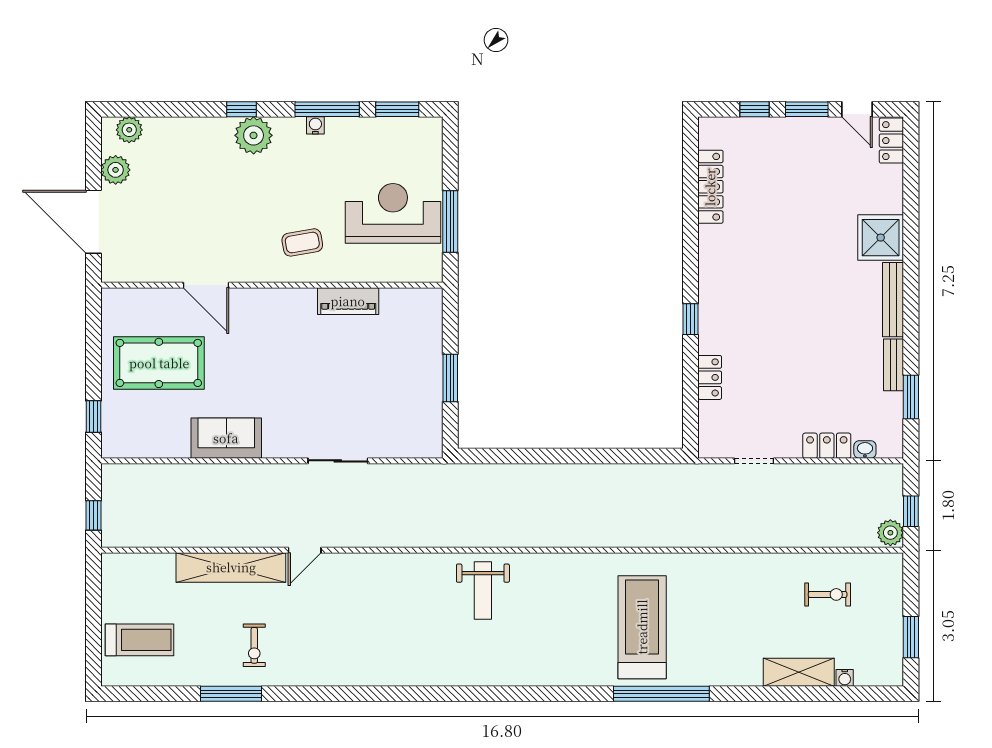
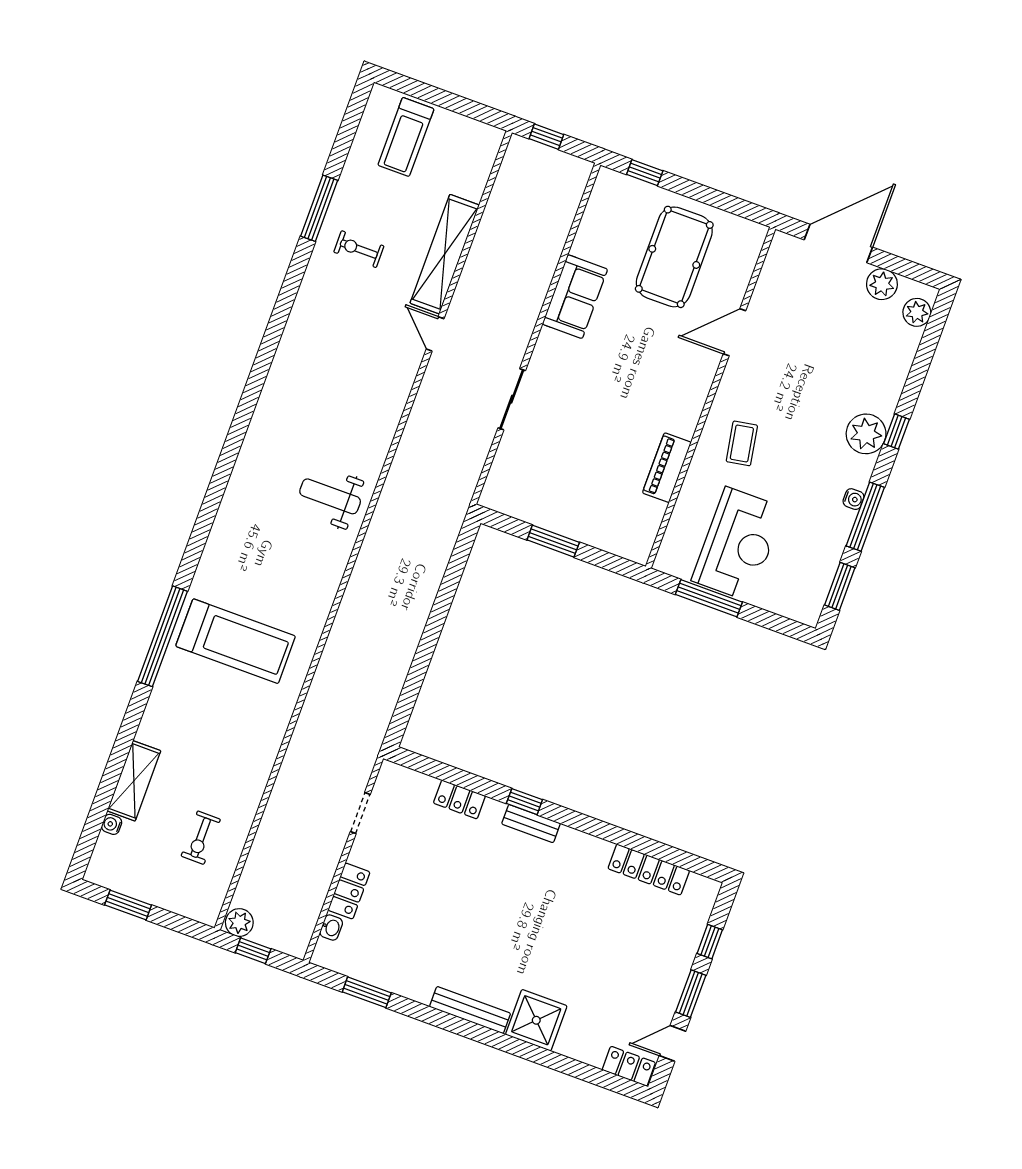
bench: (894, 365) -> (531, 824), moved

